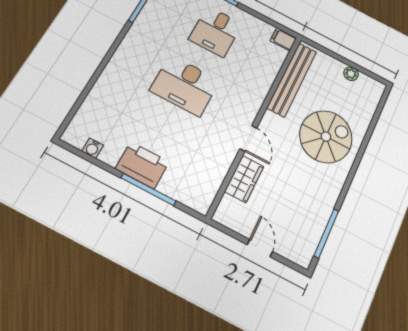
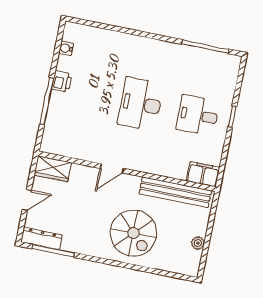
filing cabinet: (283, 39) -> (203, 174), width x2.00
printer: (142, 165) -> (62, 82), width x0.53, depth x0.68
wardrobe: (244, 179) -> (53, 169), moved
dresser: (309, 243) -> (41, 238), added

